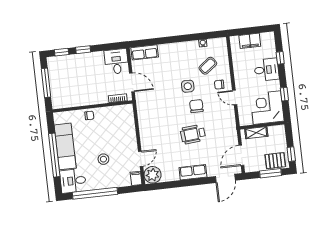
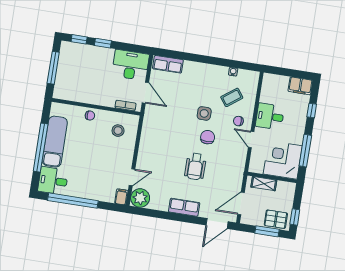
filing cabinet: (250, 41) -> (300, 86), moved
desk: (116, 61) -> (130, 65), width x1.37
desk: (266, 70) -> (270, 116), moved, turned 180
window: (284, 94) -> (305, 151), width x2.17
wheelchair: (193, 134) -> (195, 166), turned -85
stool: (103, 159) -> (118, 131), moved

